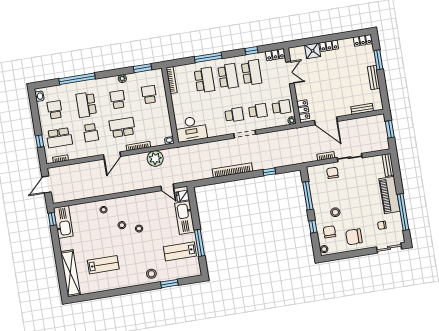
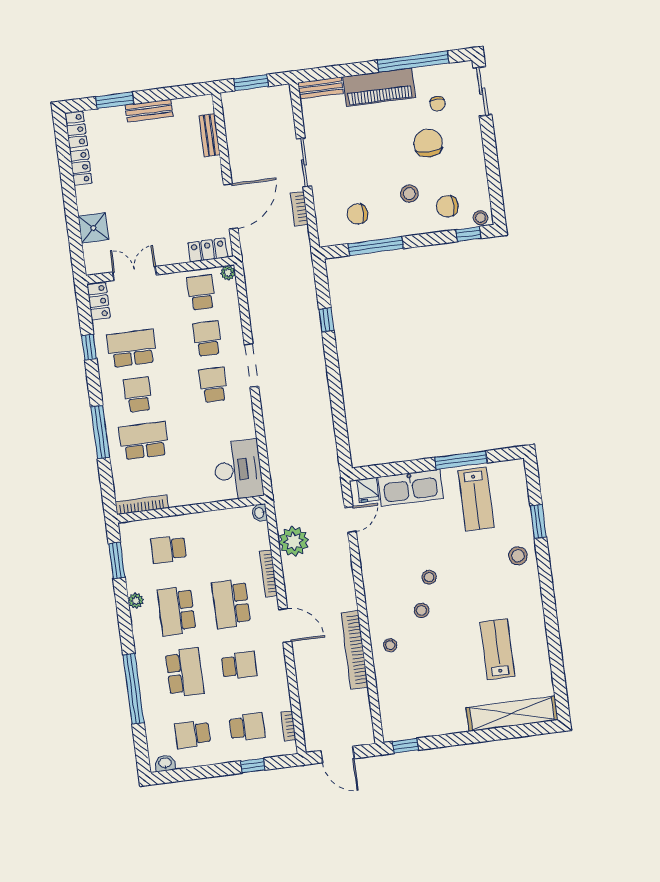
locker: (329, 46) -> (81, 167), moved
school desk: (228, 76) -> (138, 394), width x0.54
school desk: (118, 100) -> (177, 611), width x1.85
school desk: (86, 105) -> (185, 672), turned -90
school desk: (59, 138) -> (247, 727), width x0.54
bookcase: (232, 170) -> (355, 650), moved
chair: (333, 173) -> (357, 214), moved
kitchen sink: (63, 222) -> (412, 724), removed
window: (313, 227) -> (468, 234), moved
chair: (354, 237) -> (428, 143), moved, turned 180

